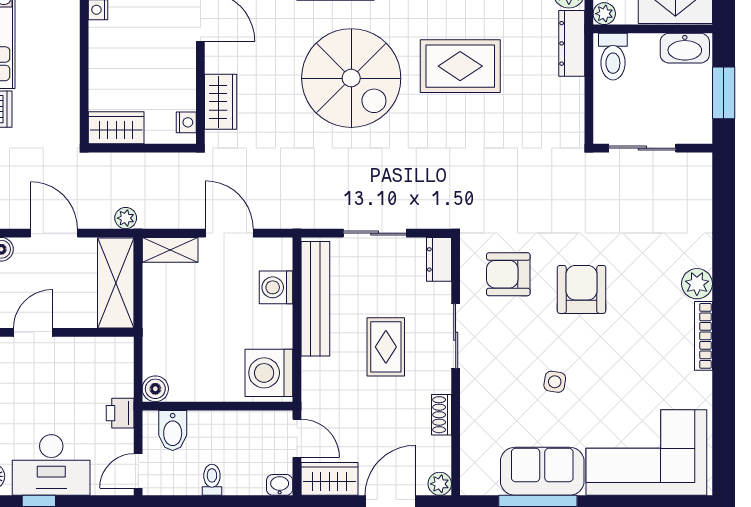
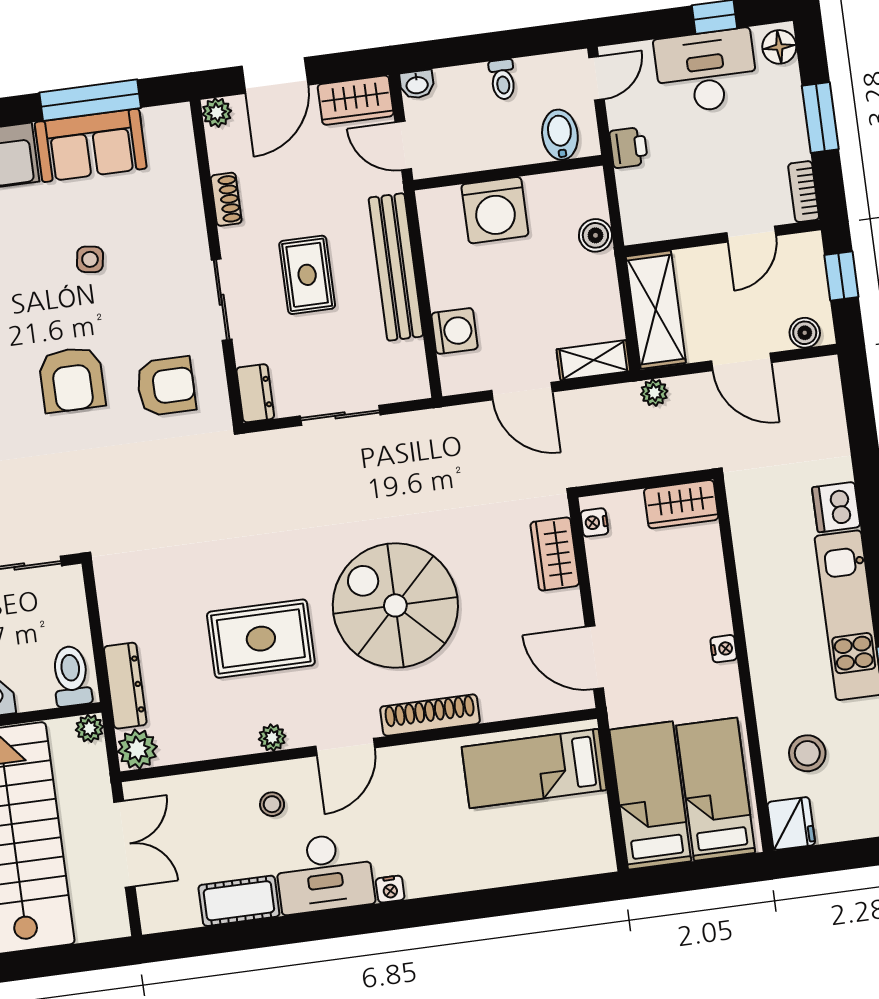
bench: (315, 299) -> (396, 267), moved
washing machine: (269, 373) -> (495, 210), moved, turned 90
boiler: (155, 389) -> (595, 235), moved

